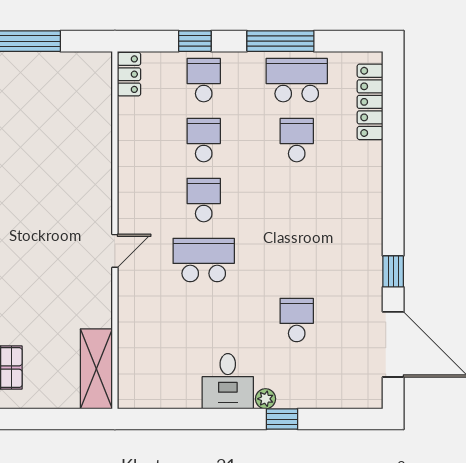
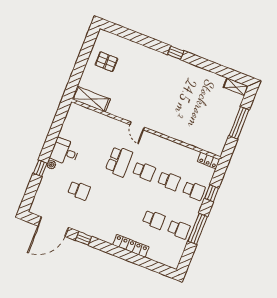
school desk: (297, 80) -> (179, 229), width x0.54
locker: (370, 102) -> (131, 246), moved

